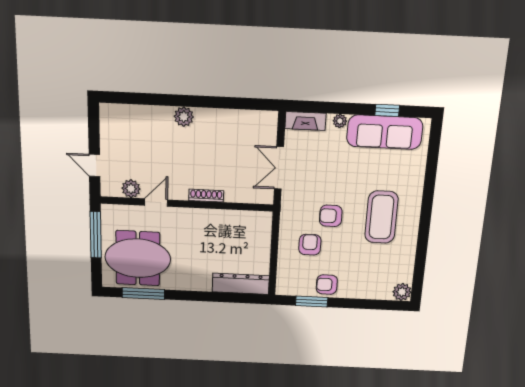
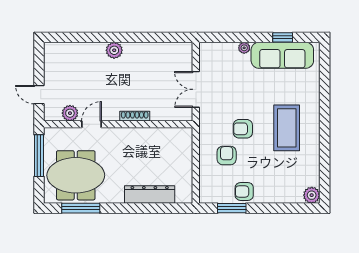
fireplace: (305, 121) -> (216, 49), removed
dresser: (241, 284) -> (150, 195), moved

